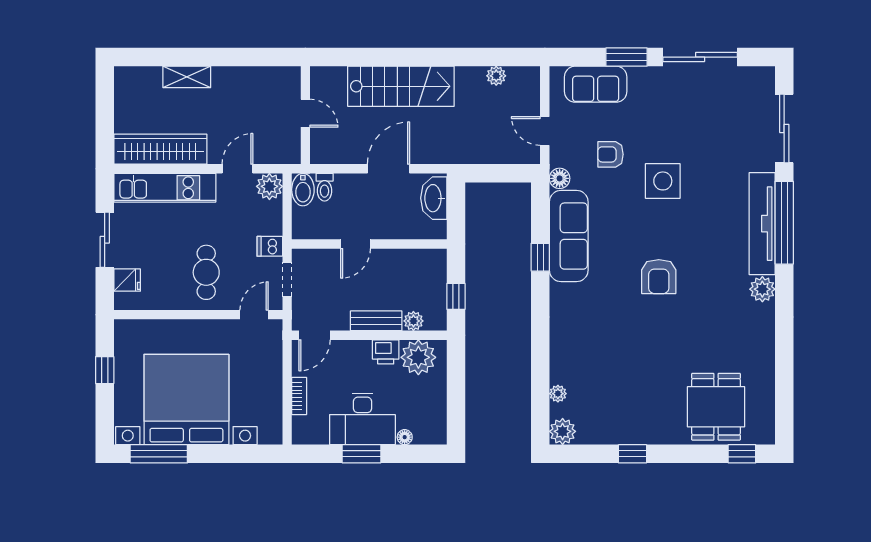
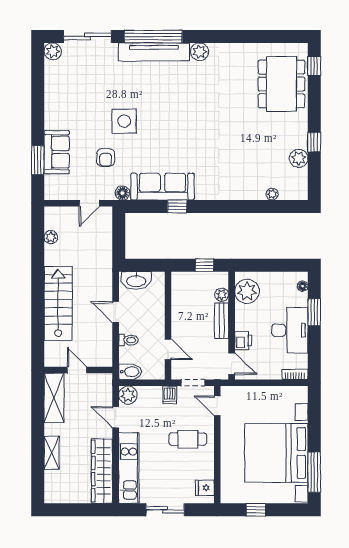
window: (626, 57) -> (38, 160), moved
sliding door: (700, 57) -> (38, 95), removed
plant: (763, 78) -> (53, 51), added
shelving: (265, 80) -> (54, 398), added
sofa: (596, 84) -> (57, 152), moved
door: (305, 113) -> (77, 370), hinge flipped
door: (388, 169) -> (116, 312), width x0.73
toilet: (325, 187) -> (128, 340), moved
door: (356, 244) -> (168, 349), moved
armchair: (659, 277) -> (191, 124), removed
fridge: (127, 280) -> (205, 488), moved, turned -90
printer: (386, 352) -> (243, 341), moved
bookcase: (299, 396) -> (295, 374), moved
dining table: (716, 407) -> (281, 84), width x1.38
plant: (563, 431) -> (299, 158), moved
floor lamp: (405, 437) -> (303, 286), moved
window: (362, 454) -> (314, 312), moved

